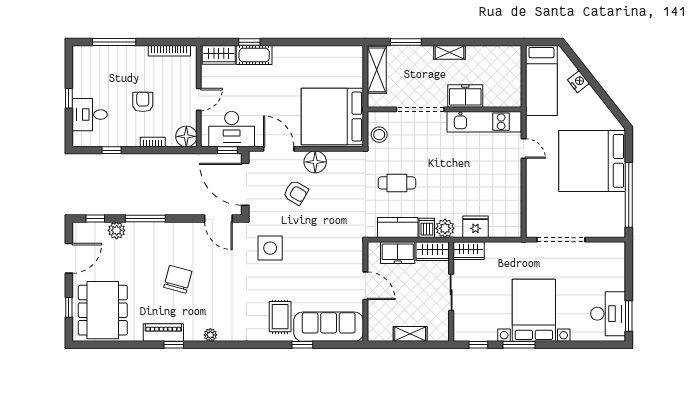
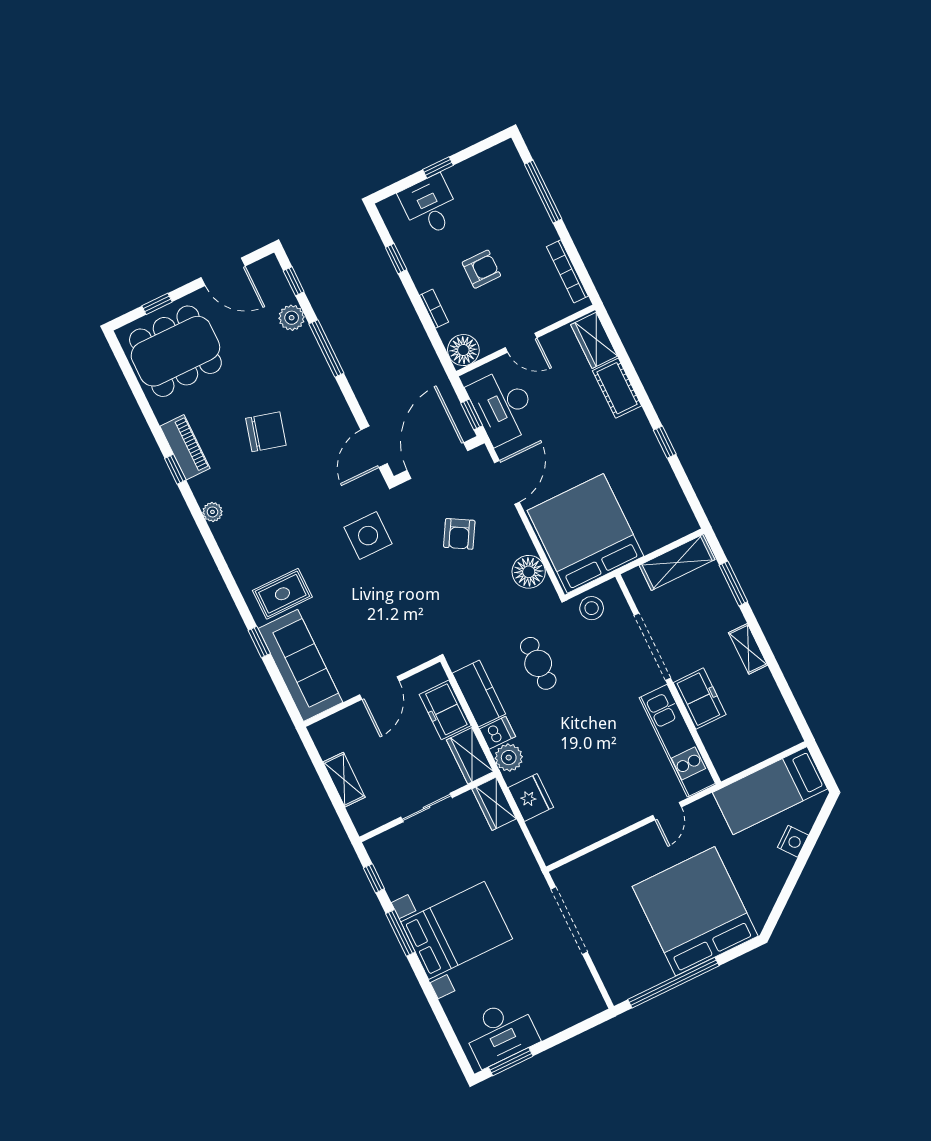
window: (249, 42) -> (665, 442), moved
floor lamp: (315, 162) -> (529, 572), moved

